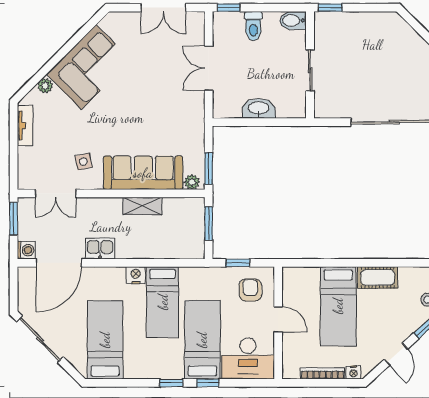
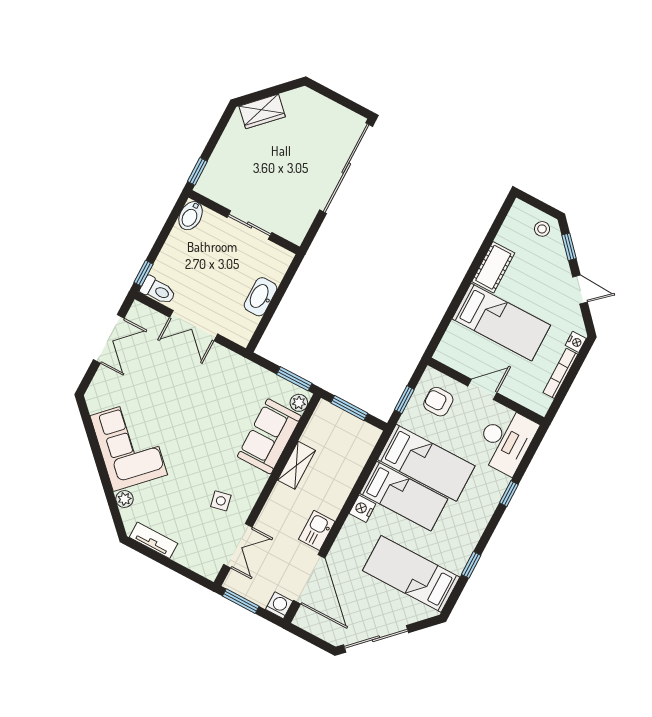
toilet: (253, 26) -> (158, 290), moved
wardrobe: (404, 33) -> (262, 111), added
sofa: (143, 173) -> (269, 436), width x0.73
bed: (202, 340) -> (426, 463), moved, turned 180
window: (171, 383) -> (471, 565), moved

